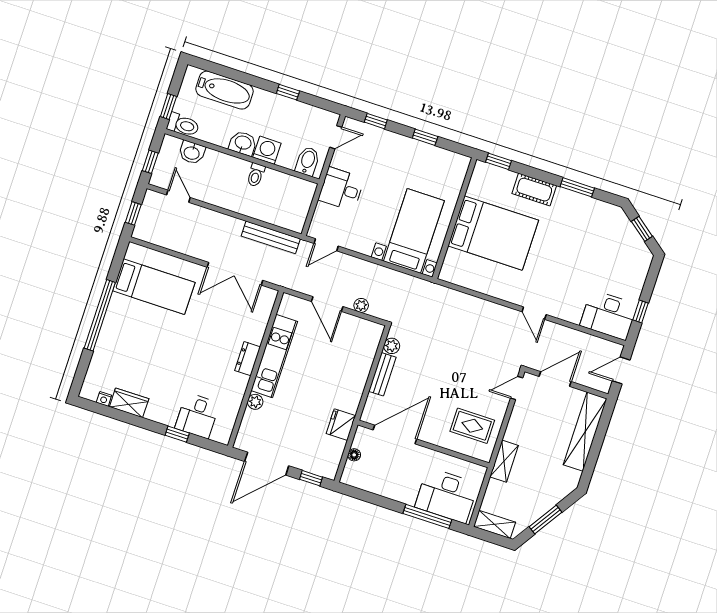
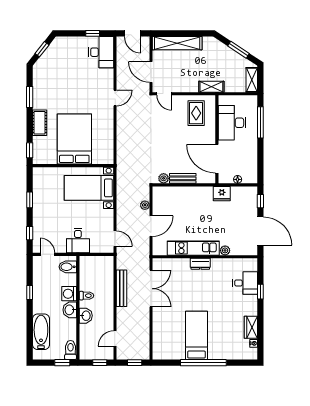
washbasin: (192, 153) -> (86, 316), moved
bench: (271, 237) -> (122, 288), moved
bed: (154, 287) -> (196, 335), moved
desk: (447, 495) -> (232, 123), moved, turned 180

